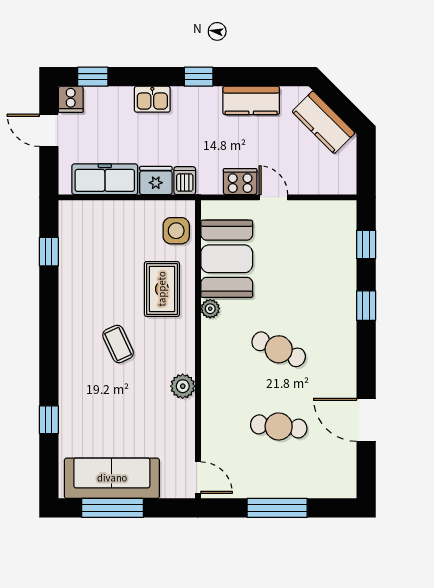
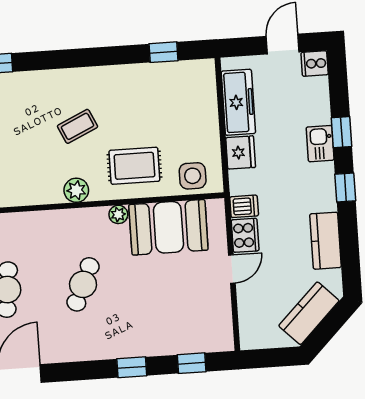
window: (93, 77) -> (341, 132), moved
dishwasher: (185, 181) -> (244, 206), moved
plant: (183, 386) -> (76, 190), moved

